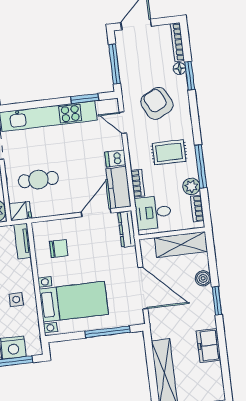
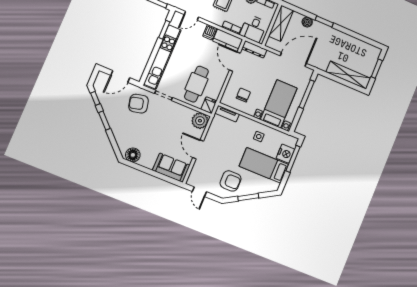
cafe table: (38, 180) -> (196, 84), width x1.37, depth x1.35
freezer: (209, 346) -> (347, 41), removed

